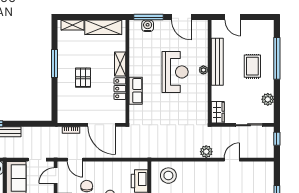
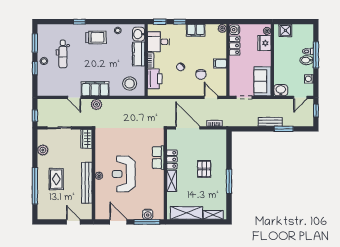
door: (232, 160) -> (74, 97), hinge flipped
filing cabinet: (208, 170) -> (95, 89), added
door: (56, 176) -> (228, 84), removed

